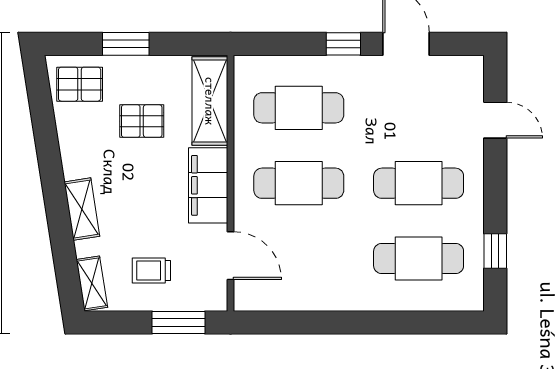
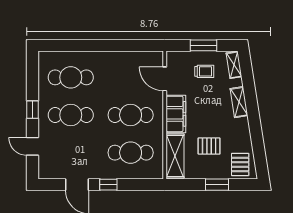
pallet: (80, 84) -> (240, 164), turned 90
window: (495, 251) -> (32, 110), moved
window: (179, 322) -> (203, 45), moved

